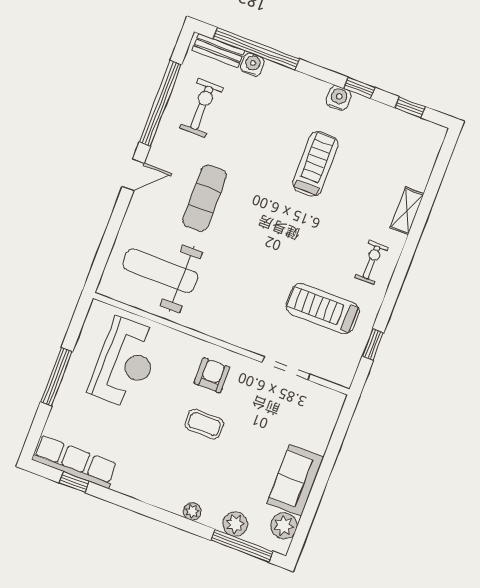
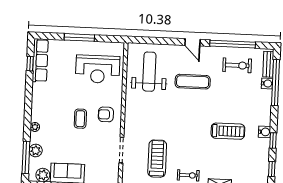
armchair: (212, 375) -> (106, 114), turned 180

